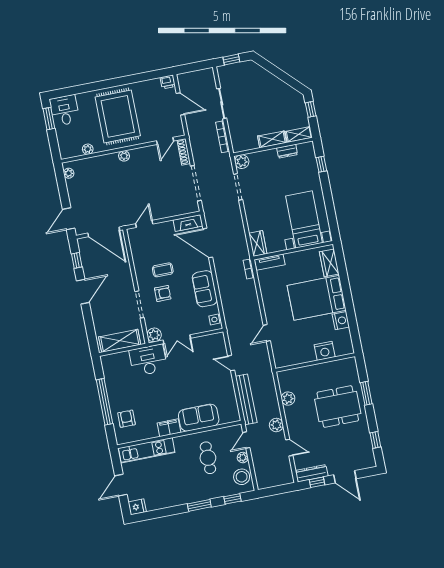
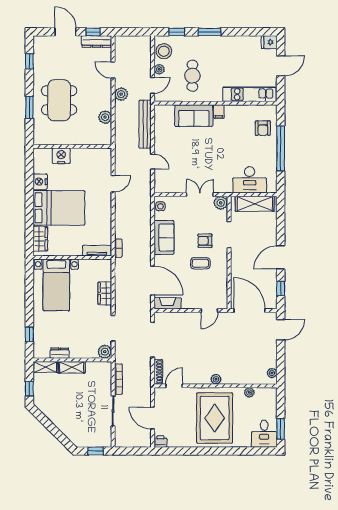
wardrobe: (258, 243) -> (105, 293), moved
desk: (148, 360) -> (250, 180), moved
dining table: (338, 406) -> (59, 100), turned 90
filing cabinet: (169, 428) -> (219, 112), width x0.50

